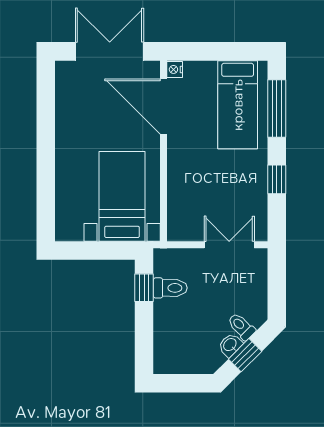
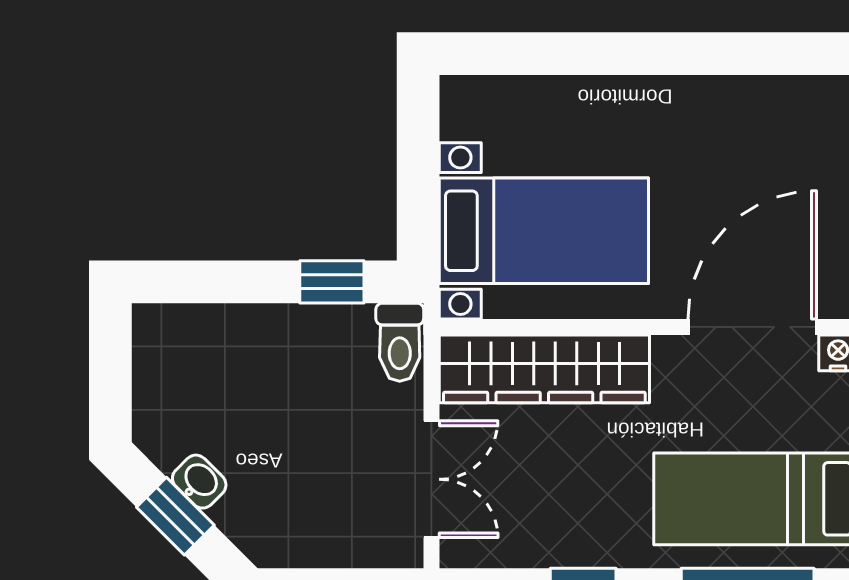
wardrobe: (182, 196) -> (544, 369), added
toilet: (170, 288) -> (400, 342), moved
toilet: (241, 327) -> (242, 508), removed

